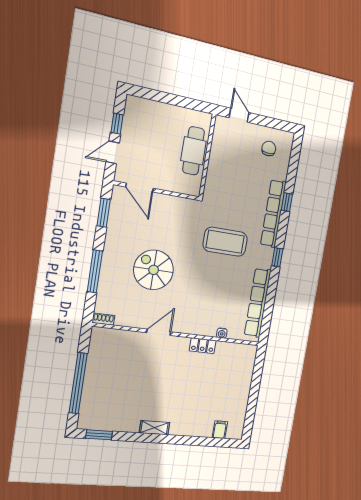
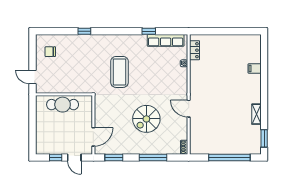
door: (239, 115) -> (32, 77), hinge flipped
row of seats: (273, 213) -> (94, 40), removed
window: (277, 257) -> (149, 31), moved
row of seats: (258, 303) -> (166, 40), width x0.73
locker: (203, 346) -> (195, 50), moved
shelving: (154, 428) -> (256, 114), moved
filing cabinet: (220, 430) -> (255, 69), moved

